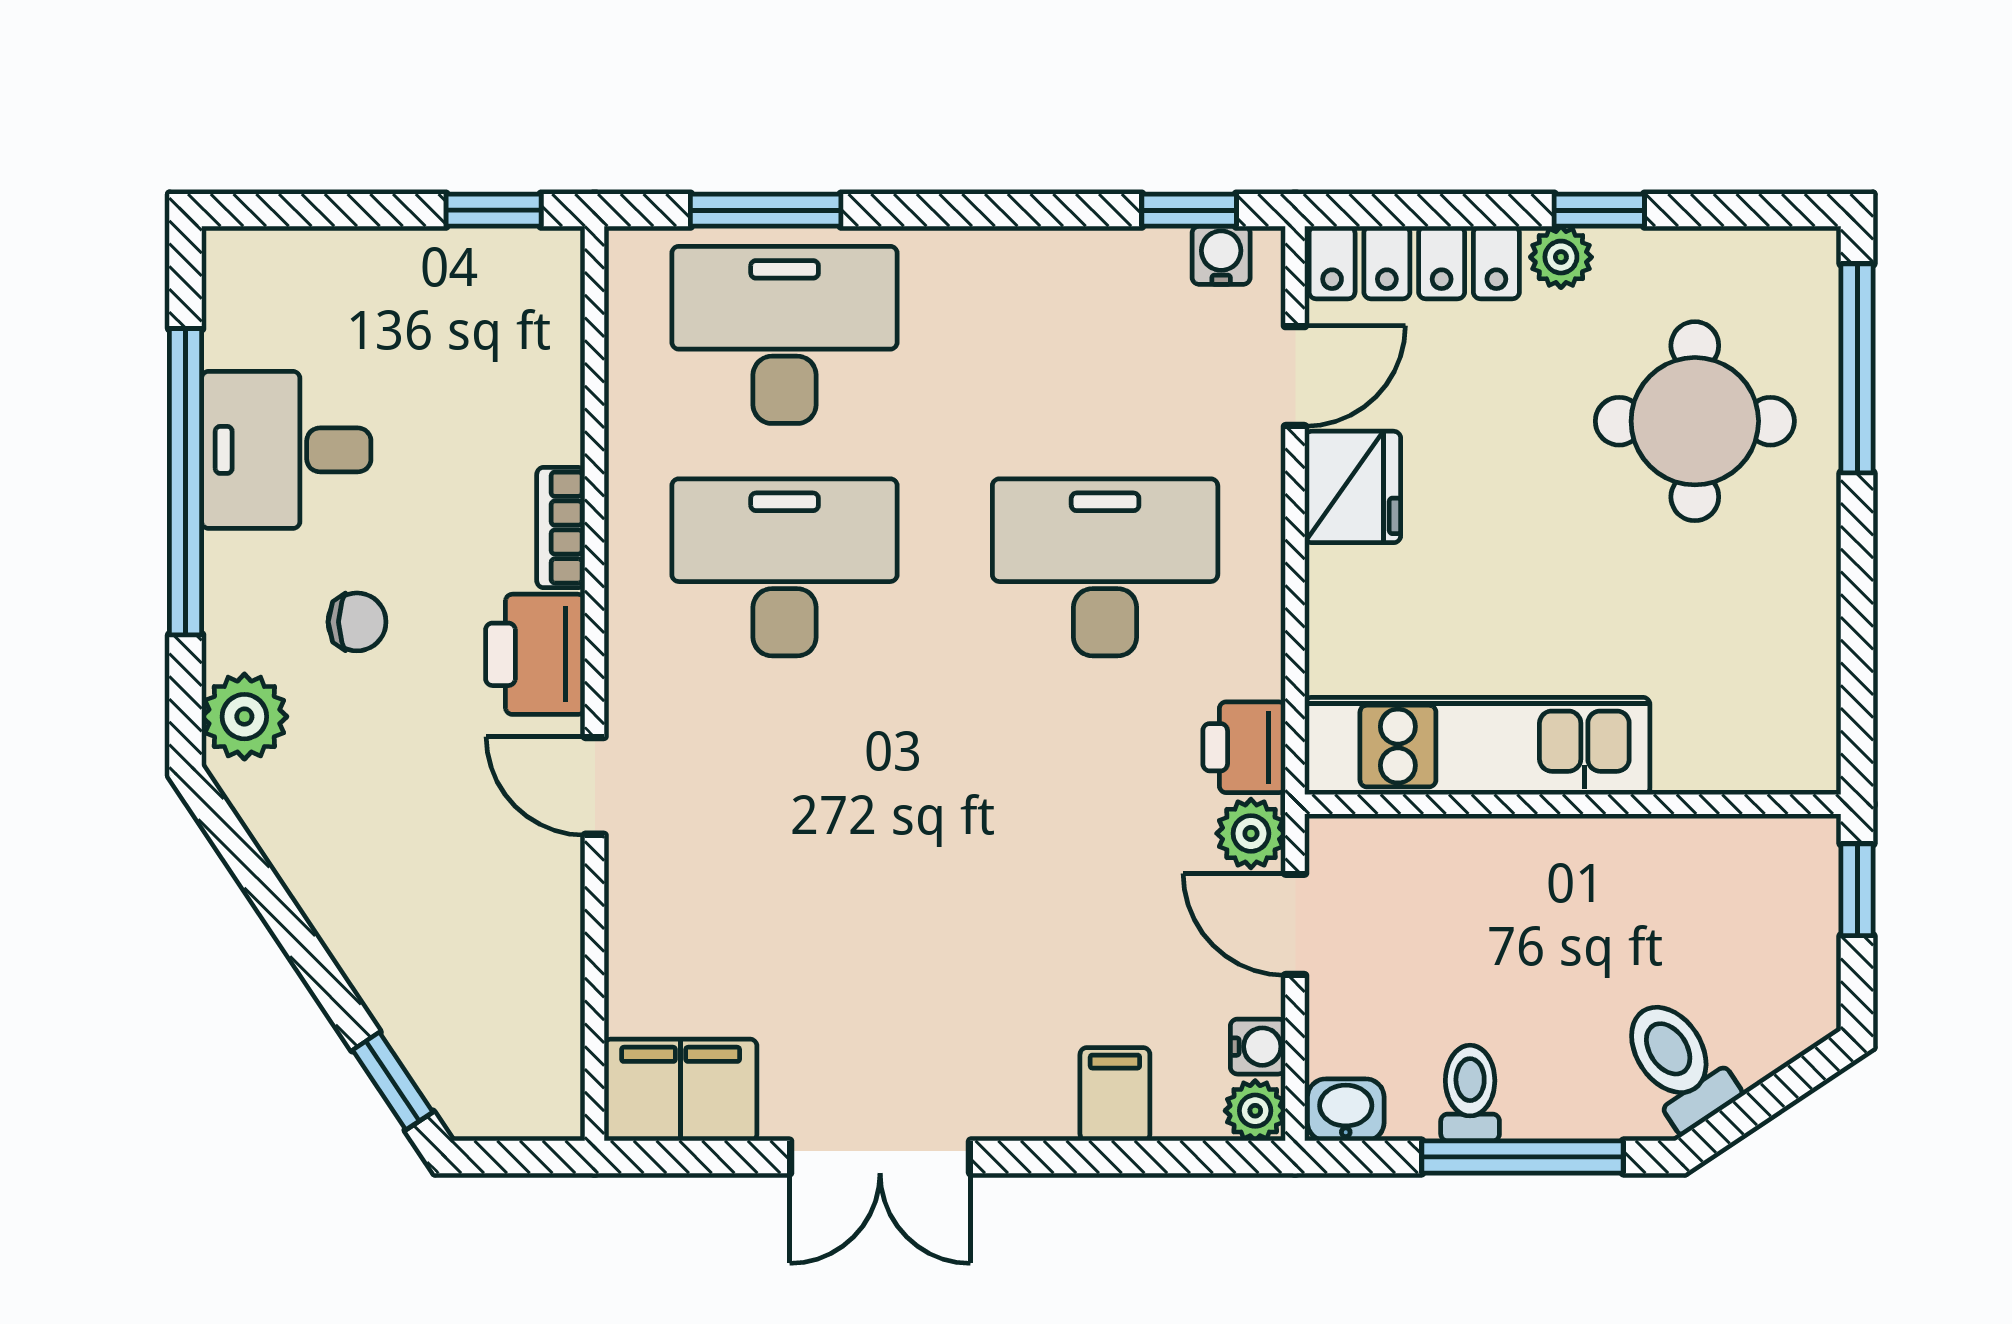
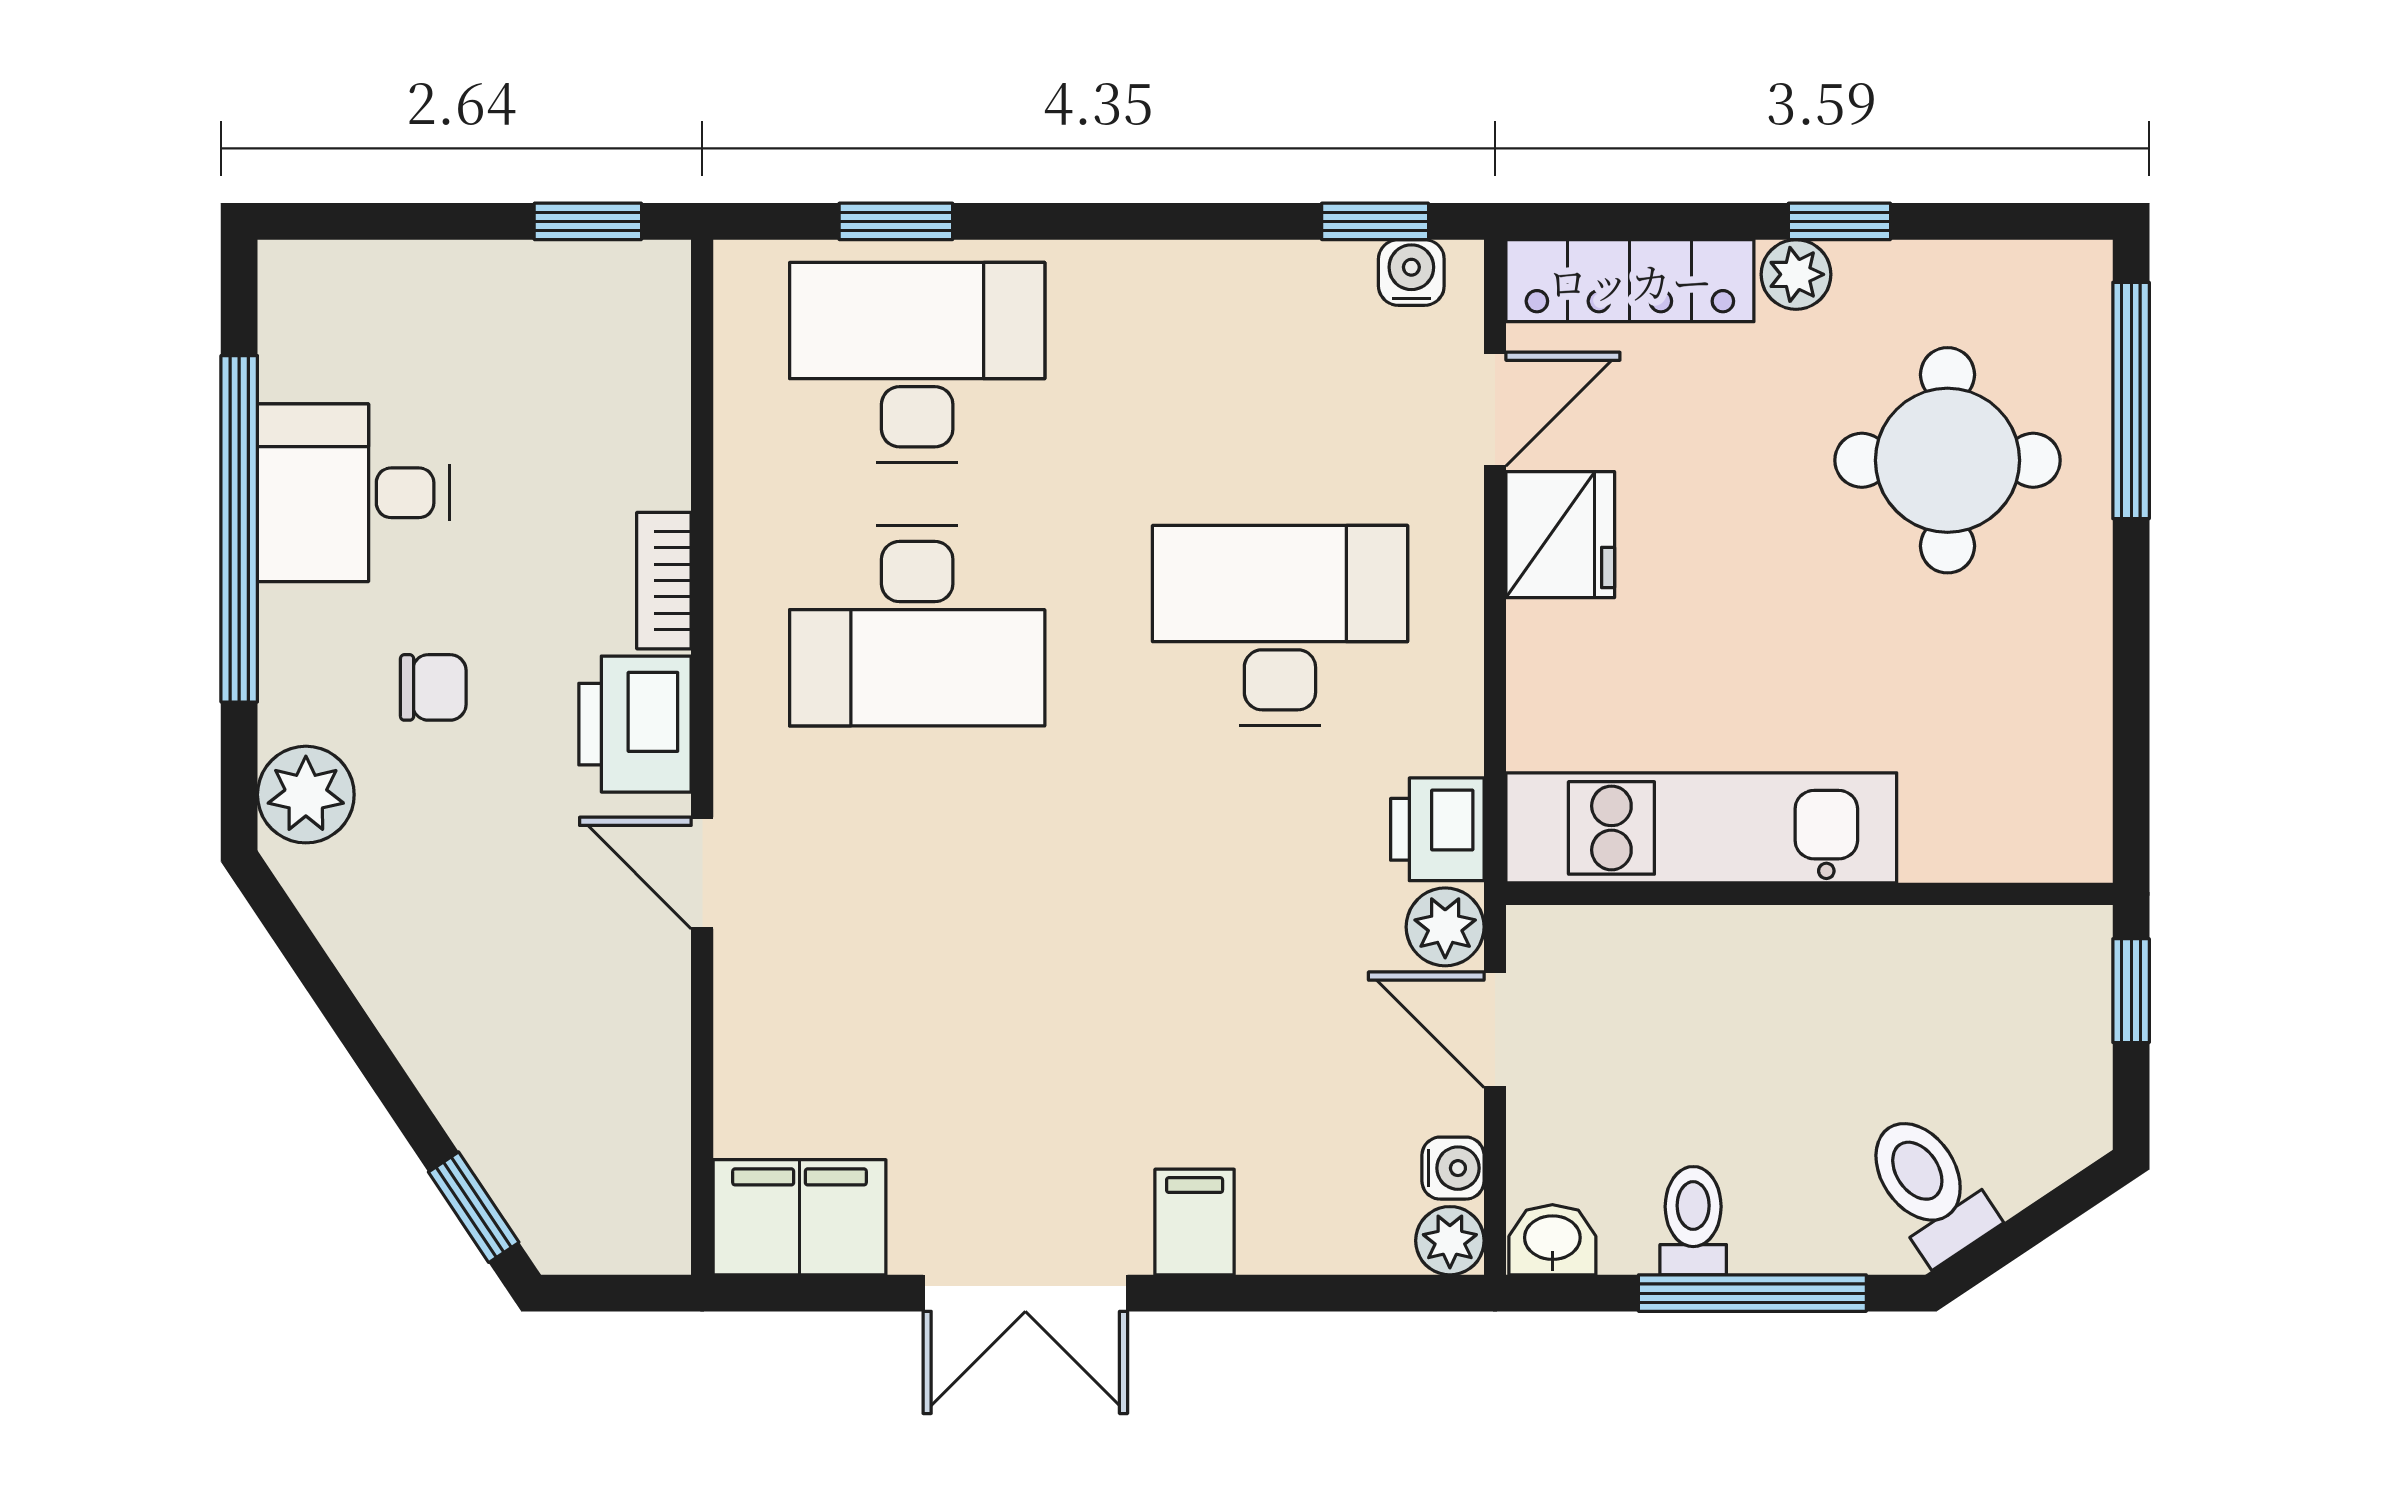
window: (766, 210) -> (896, 221), width x0.67
desk: (785, 567) -> (917, 626), turned 180
filing cabinet: (1115, 1094) -> (1195, 1222), moved

